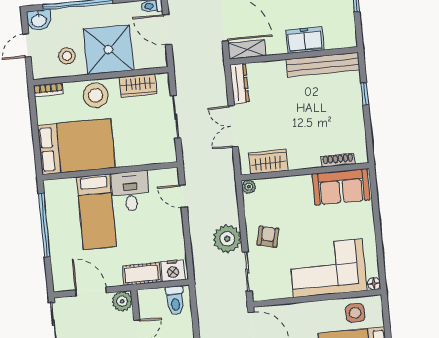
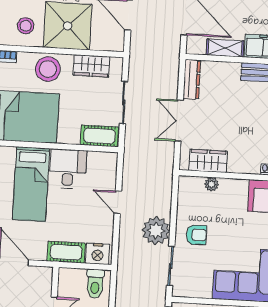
shelving: (247, 49) -> (225, 48), moved
cot: (157, 154) -> (99, 136), added
plant: (249, 187) -> (212, 184), moved
door: (183, 196) -> (118, 202), moved
armchair: (268, 237) -> (196, 235), turned 77
plant: (122, 301) -> (43, 276), removed

